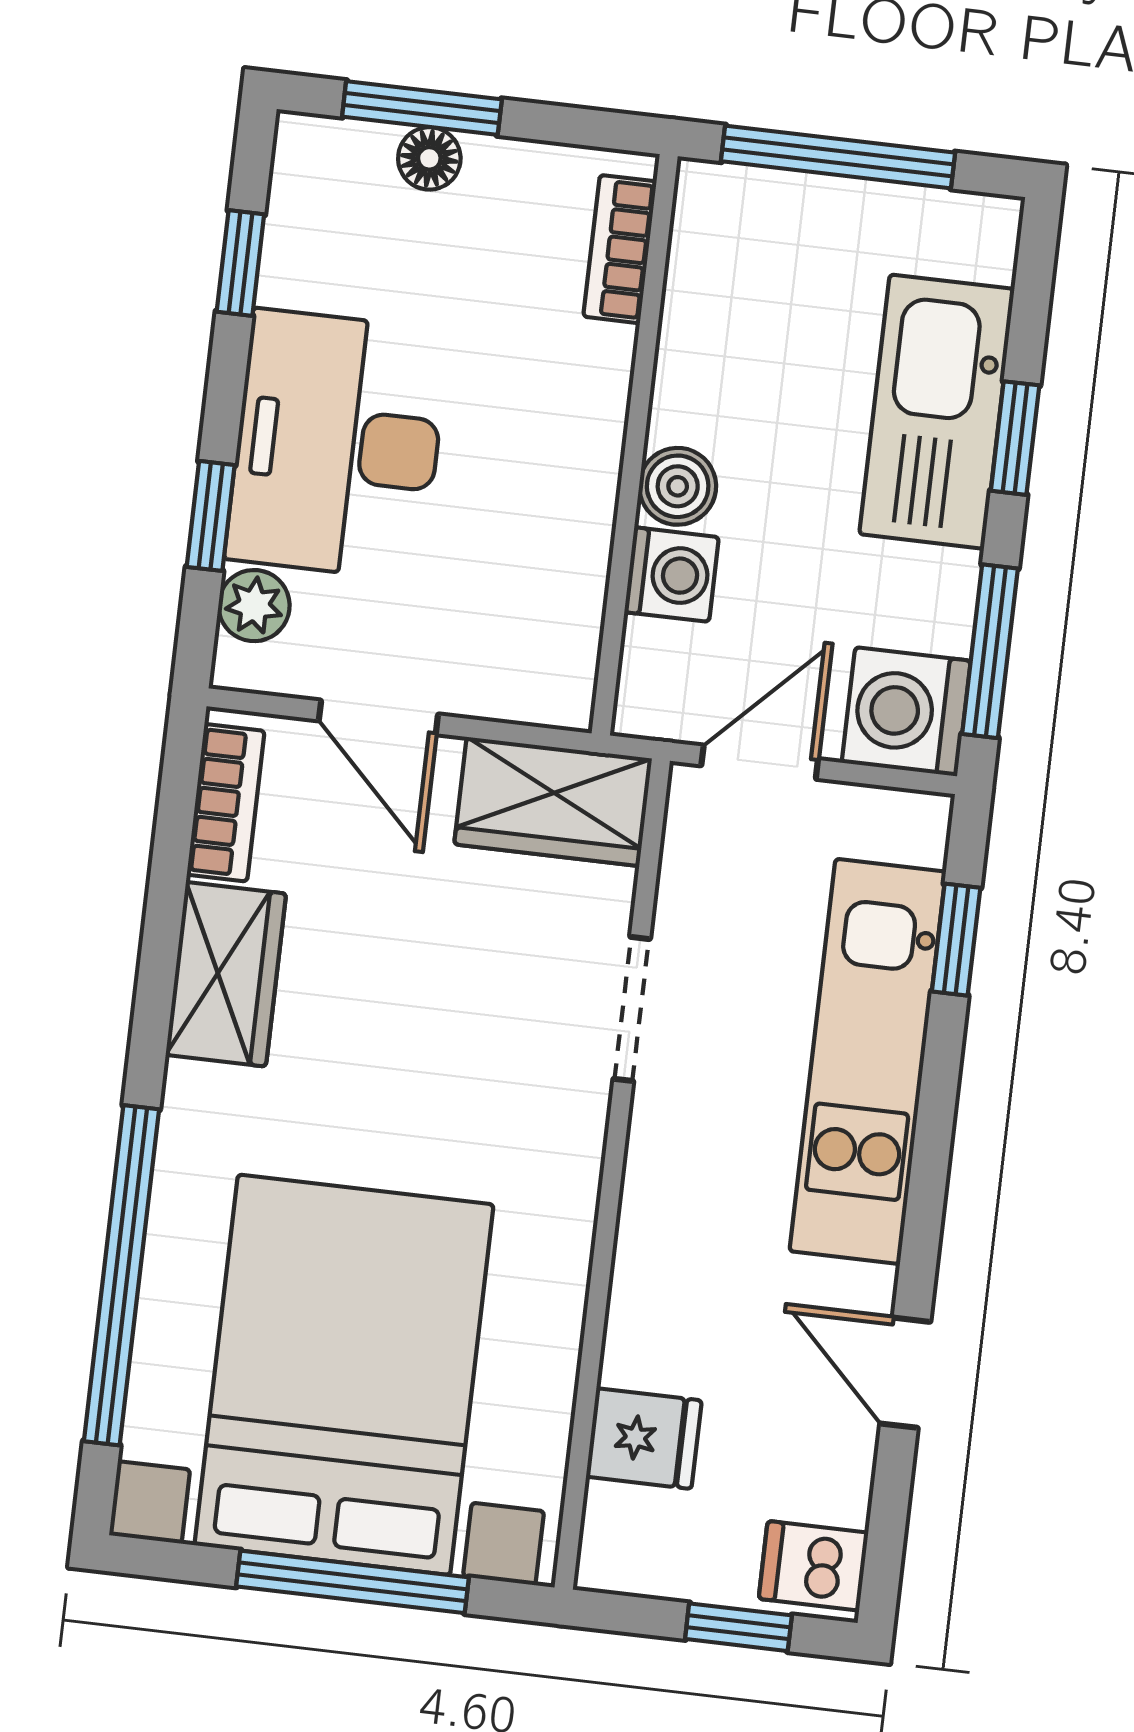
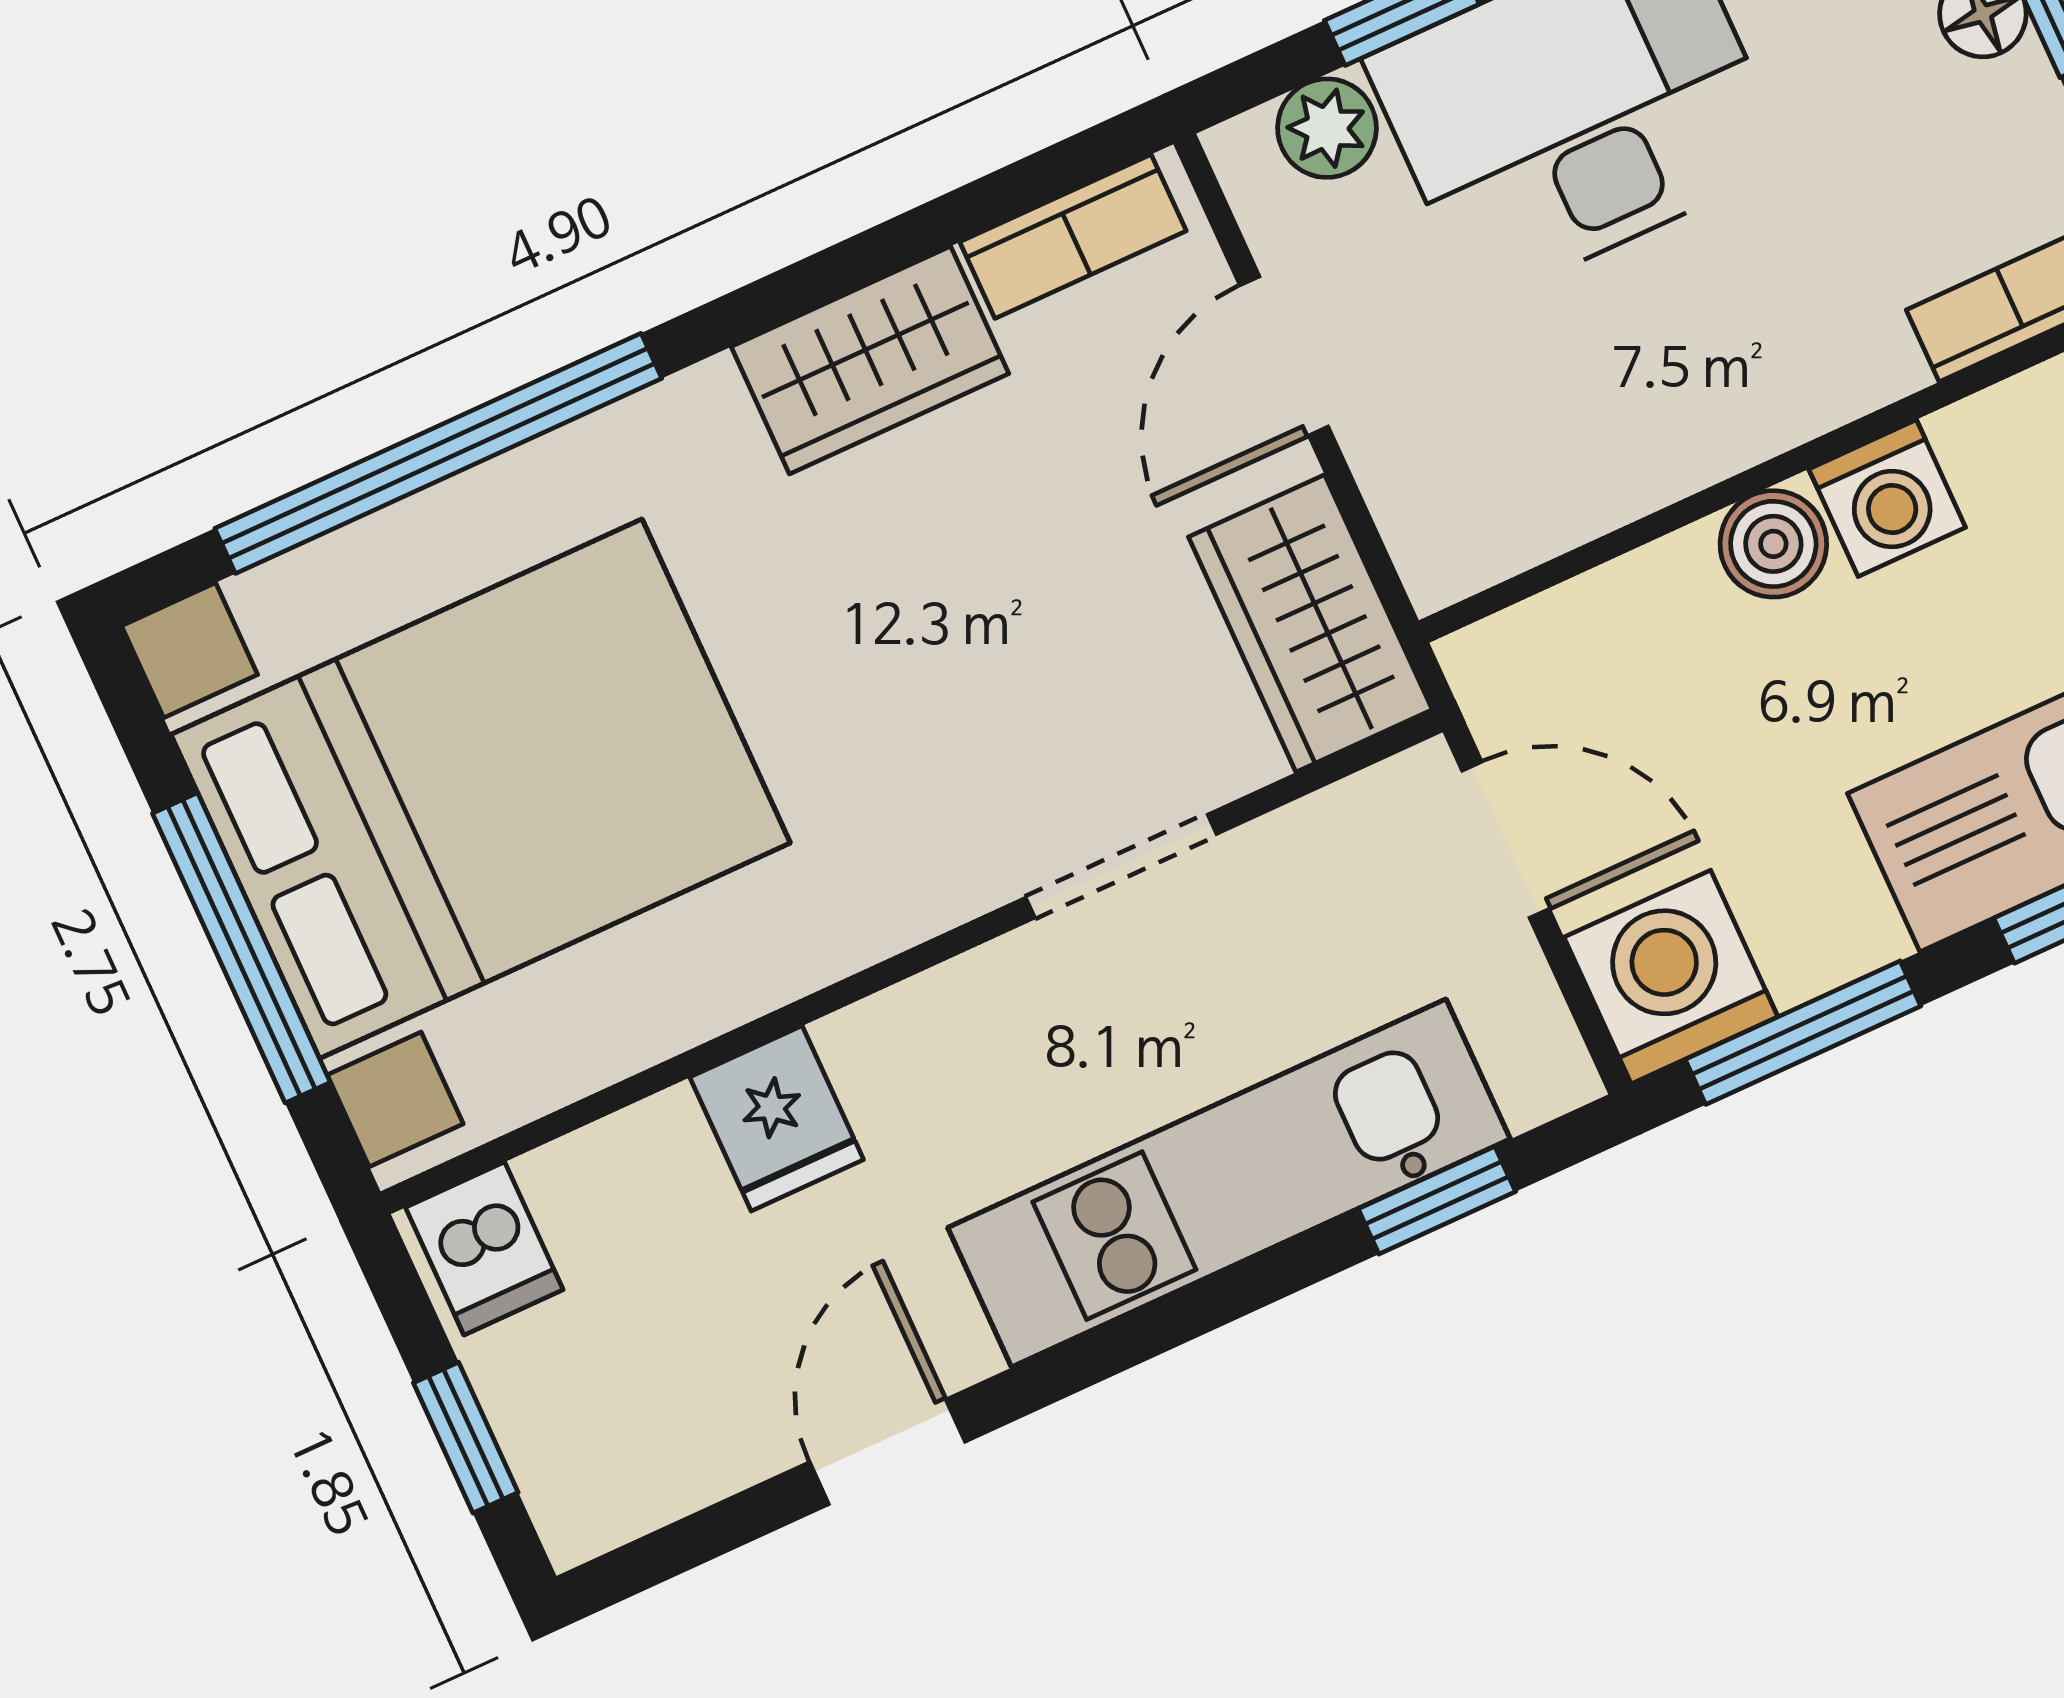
washing machine: (672, 575) -> (1887, 498), moved
fridge: (644, 1439) -> (777, 1118), moved
dishwasher: (813, 1566) -> (484, 1248), moved, turned 180

